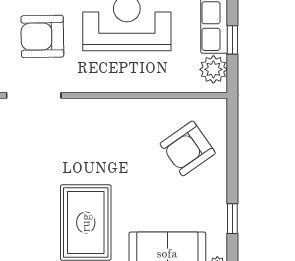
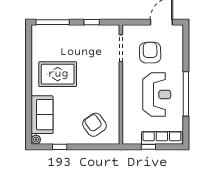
plant: (213, 69) -> (134, 138), removed

